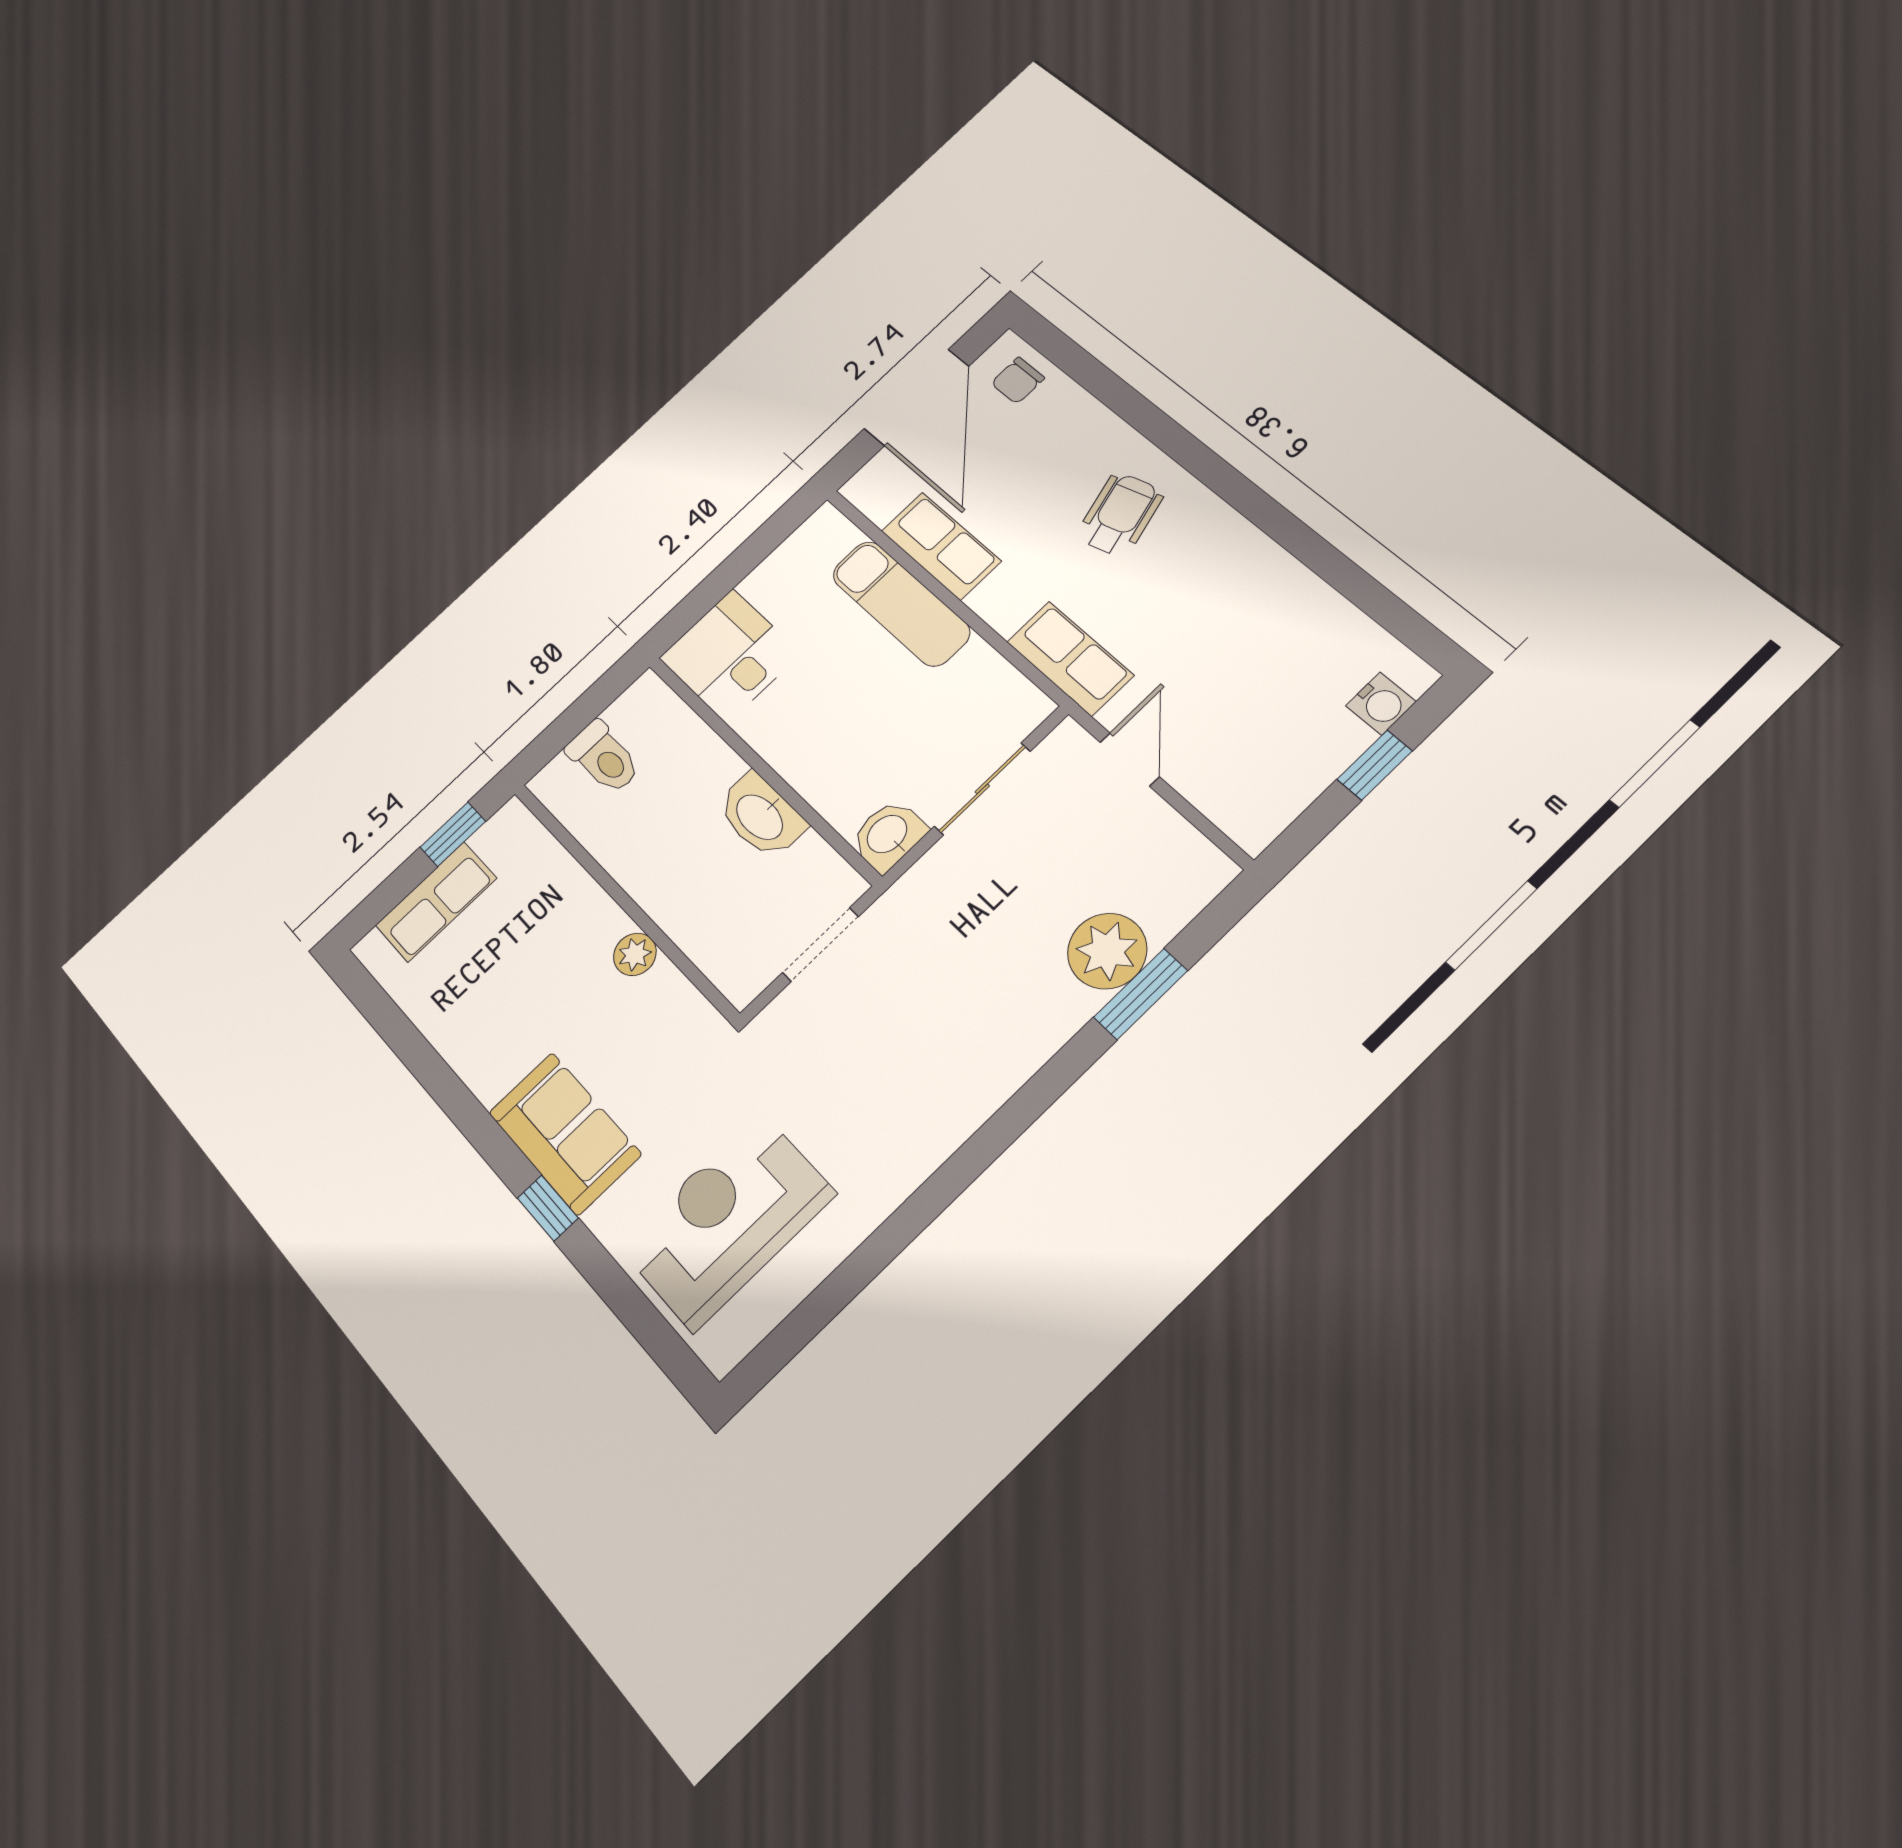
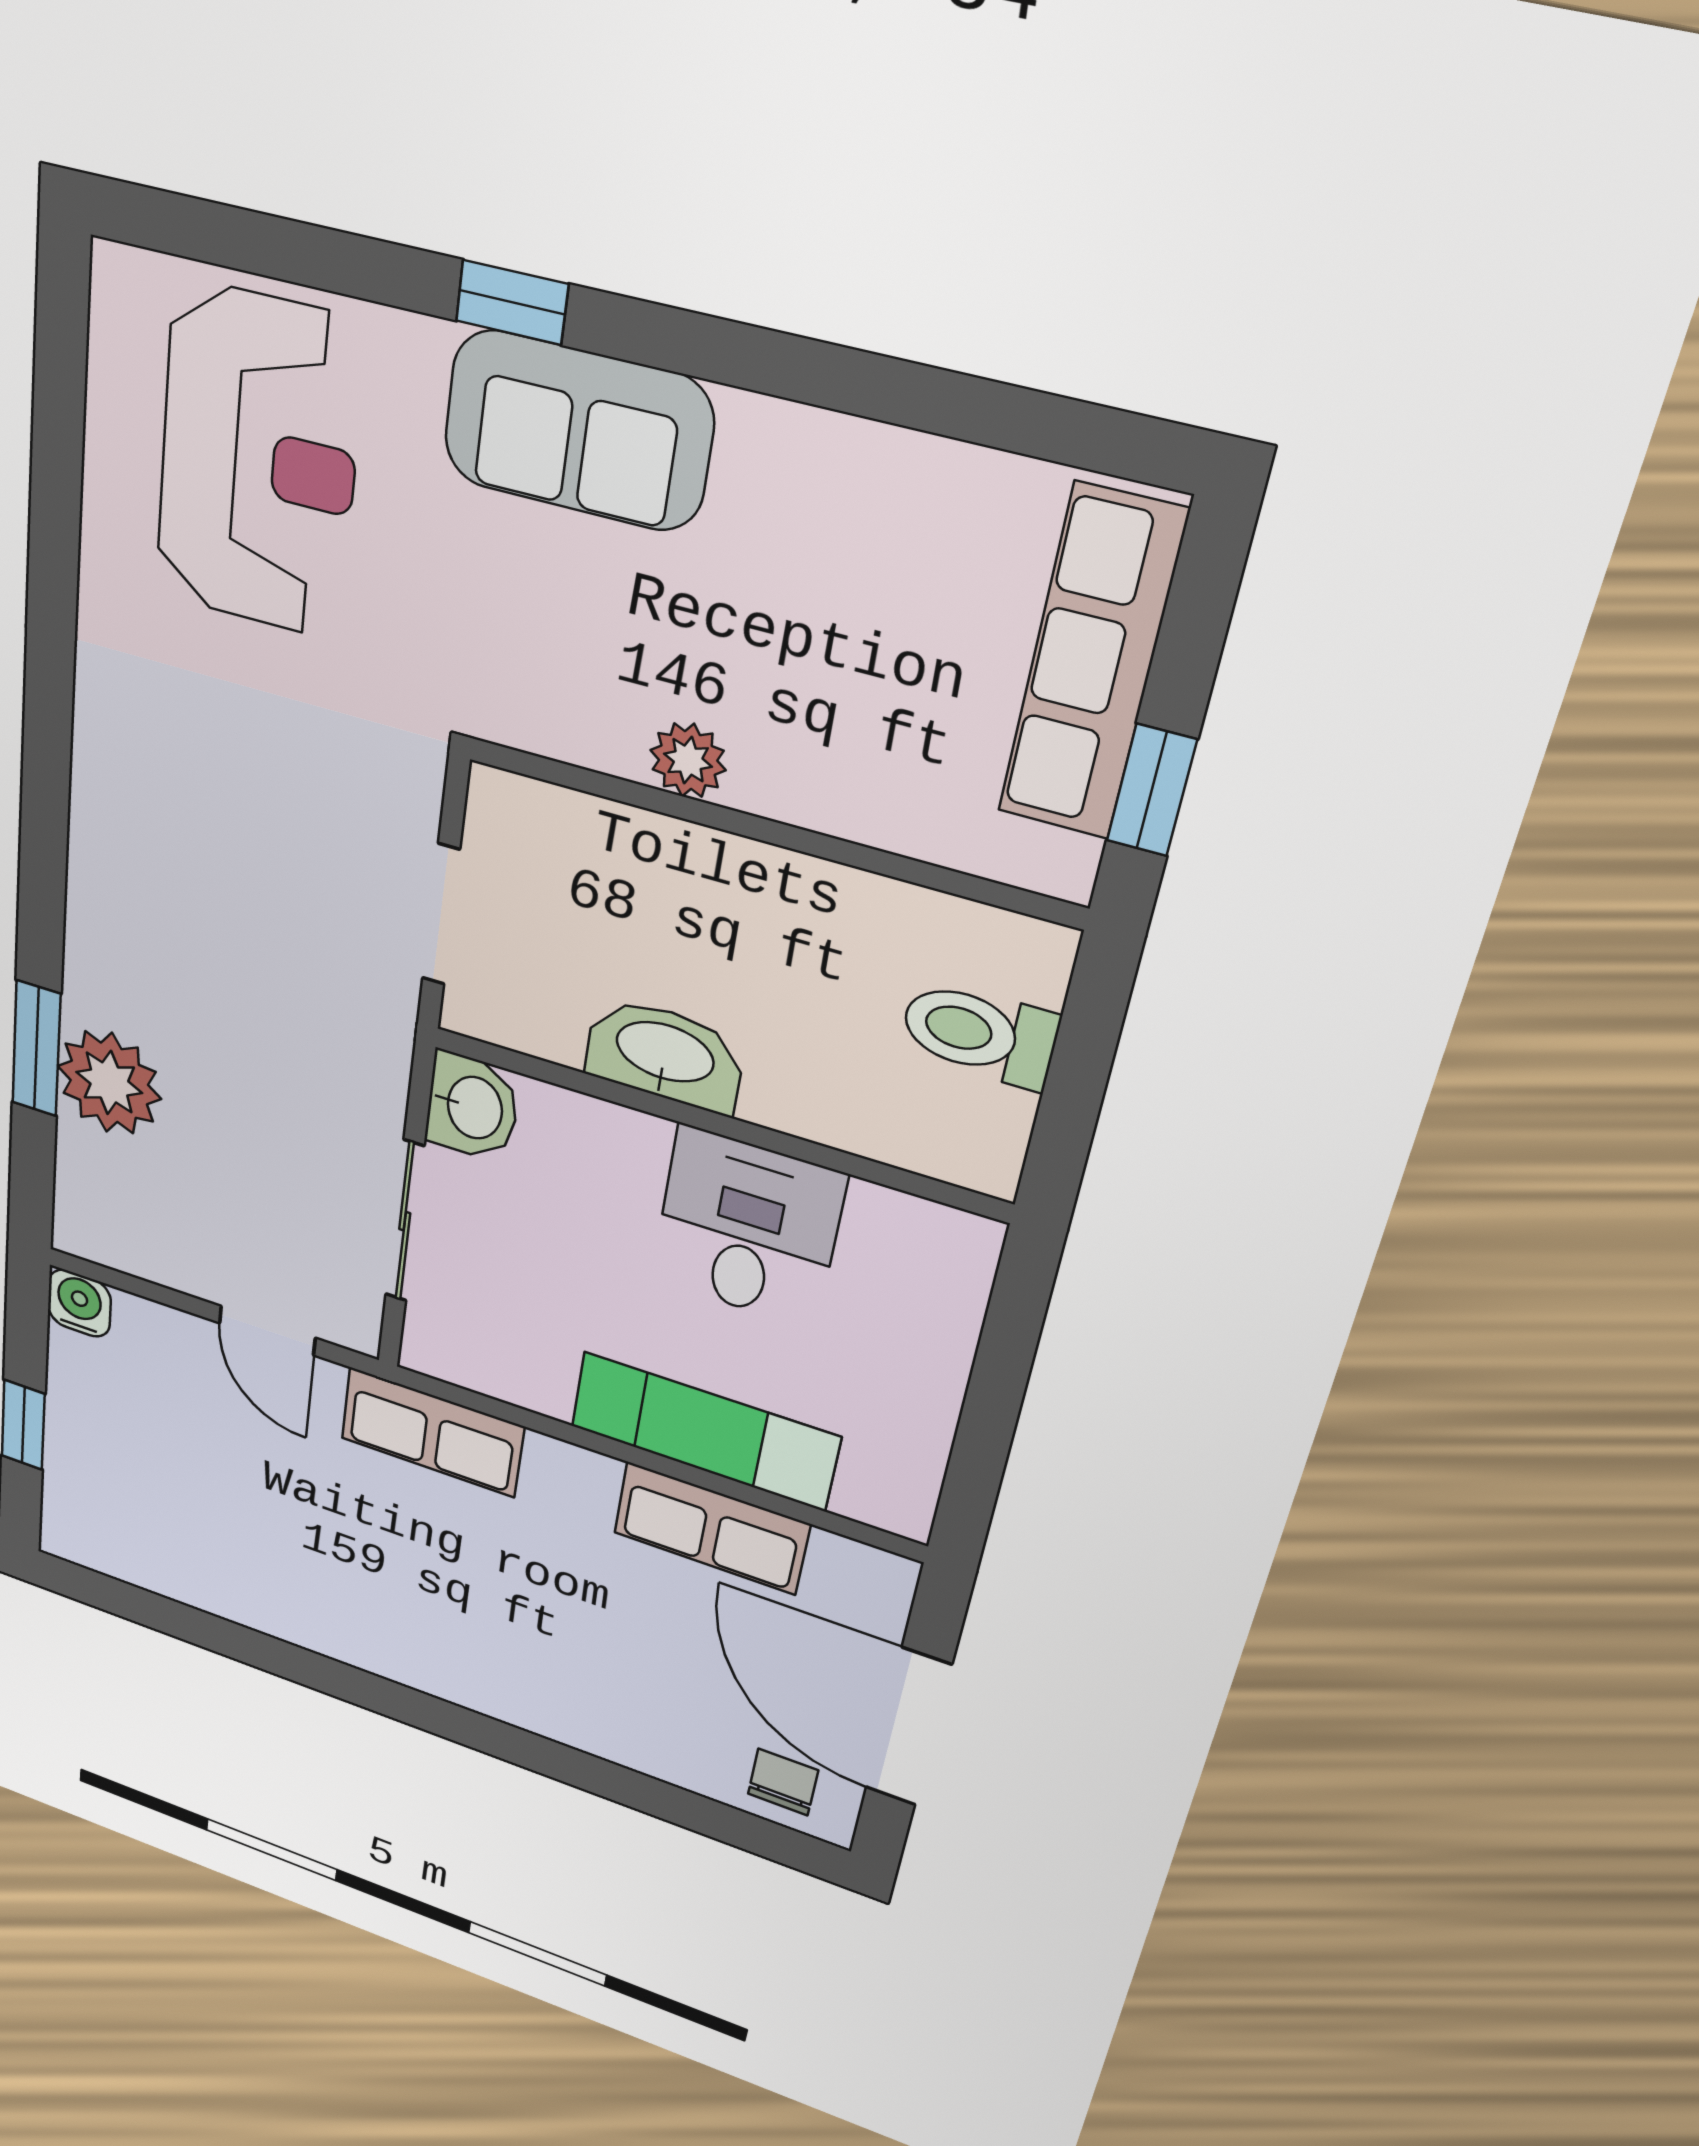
wheelchair: (1120, 515) -> (516, 1637), removed
desk: (730, 656) -> (748, 1228), moved, turned -90
water cooler: (1381, 704) -> (79, 1303), moved, turned 90
row of seats: (436, 902) -> (1091, 664), width x1.48

